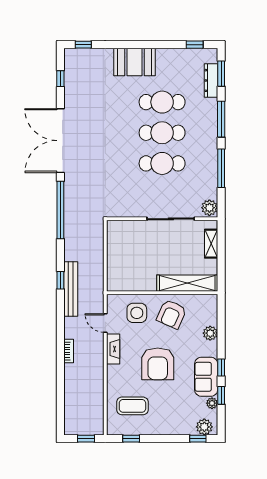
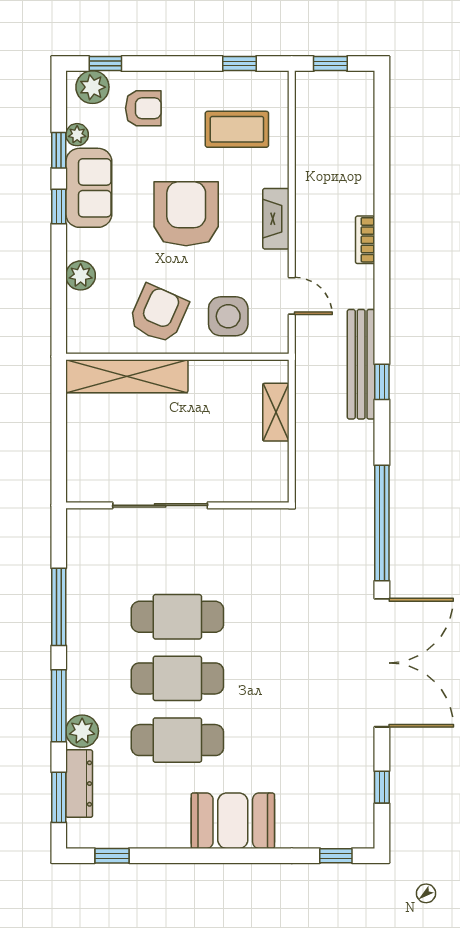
plant: (209, 208) -> (82, 731), moved
shelving: (211, 244) -> (276, 412), moved
fireplace: (113, 349) -> (276, 219), moved
armchair: (179, 416) -> (143, 108), added

